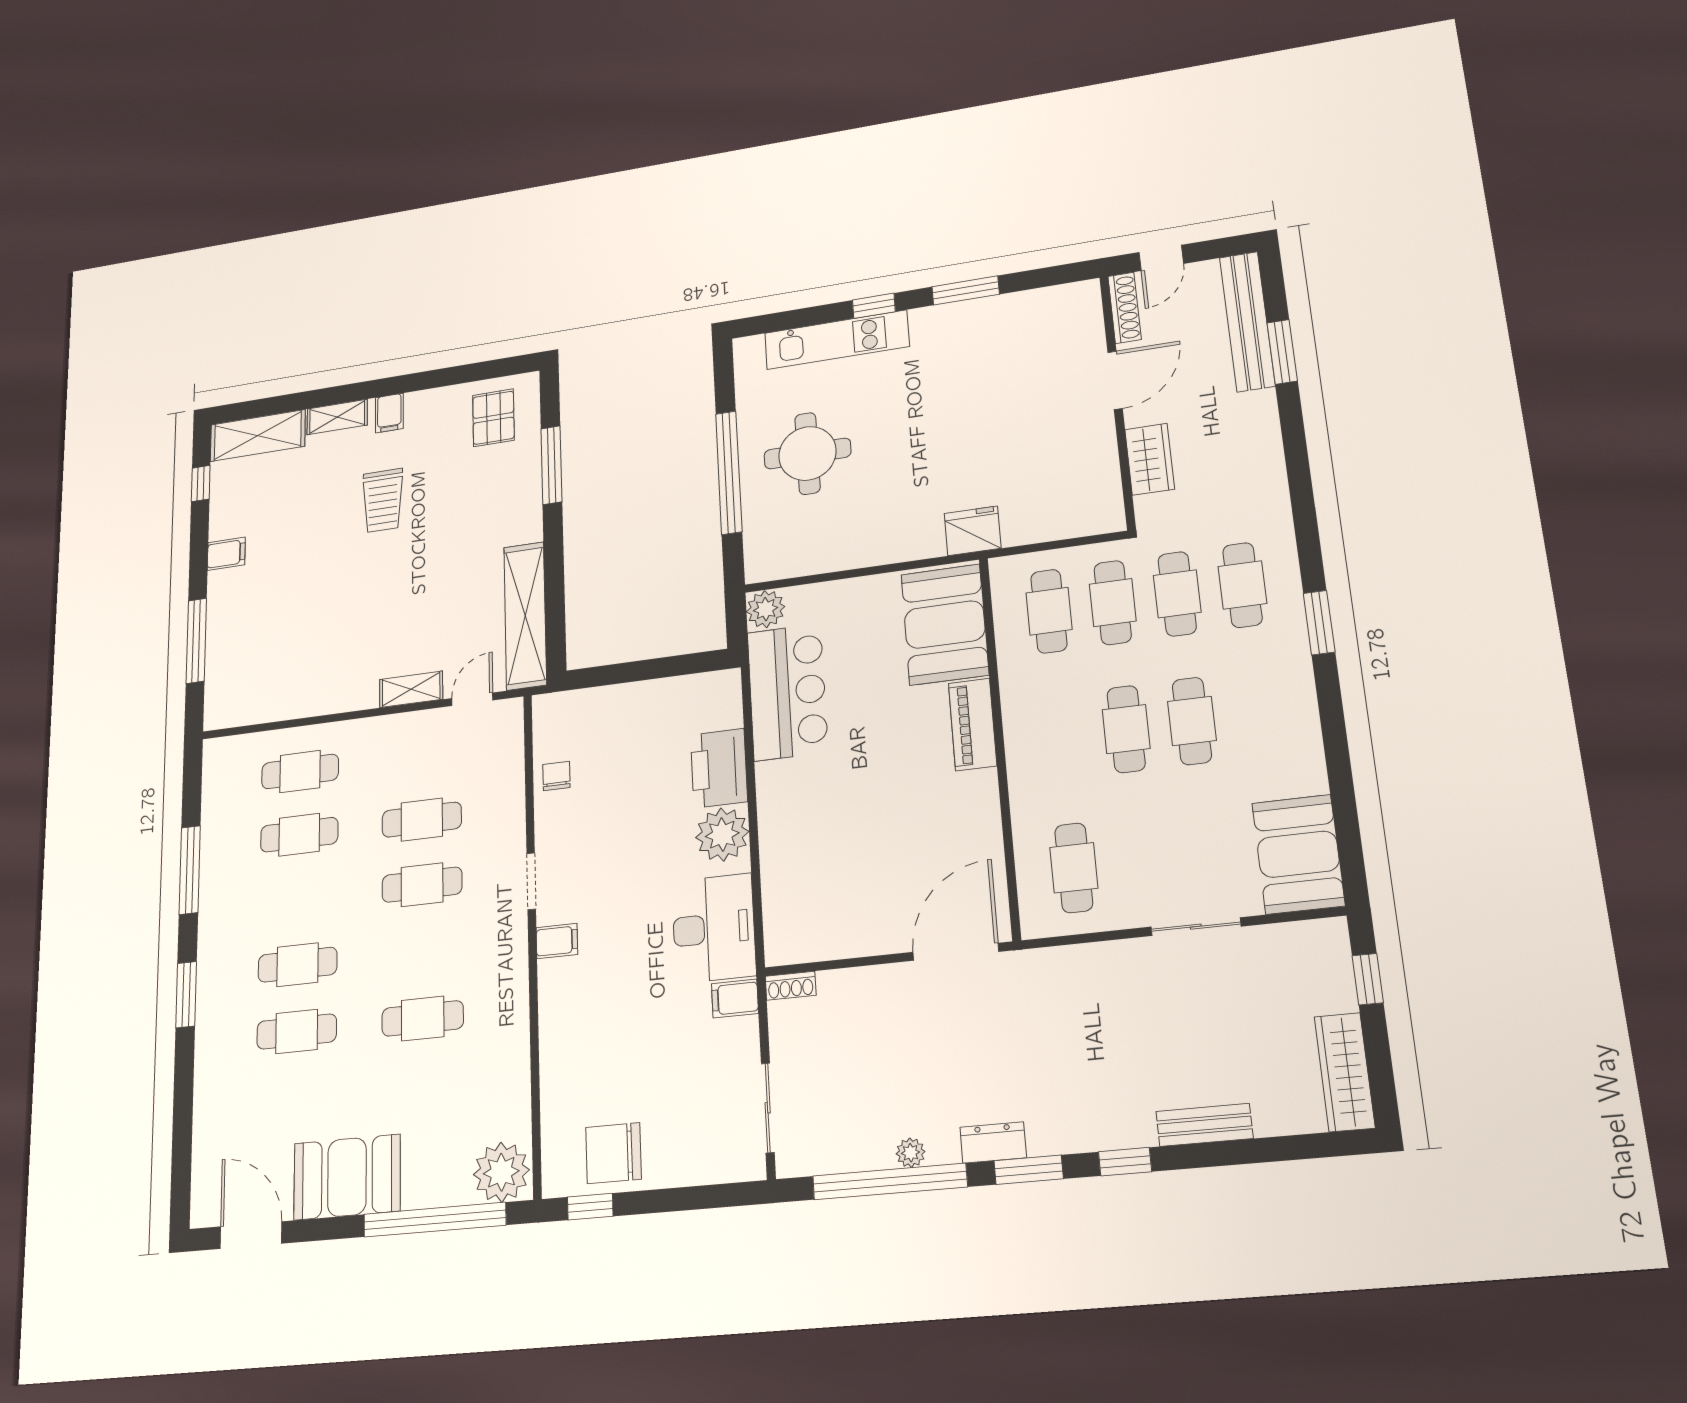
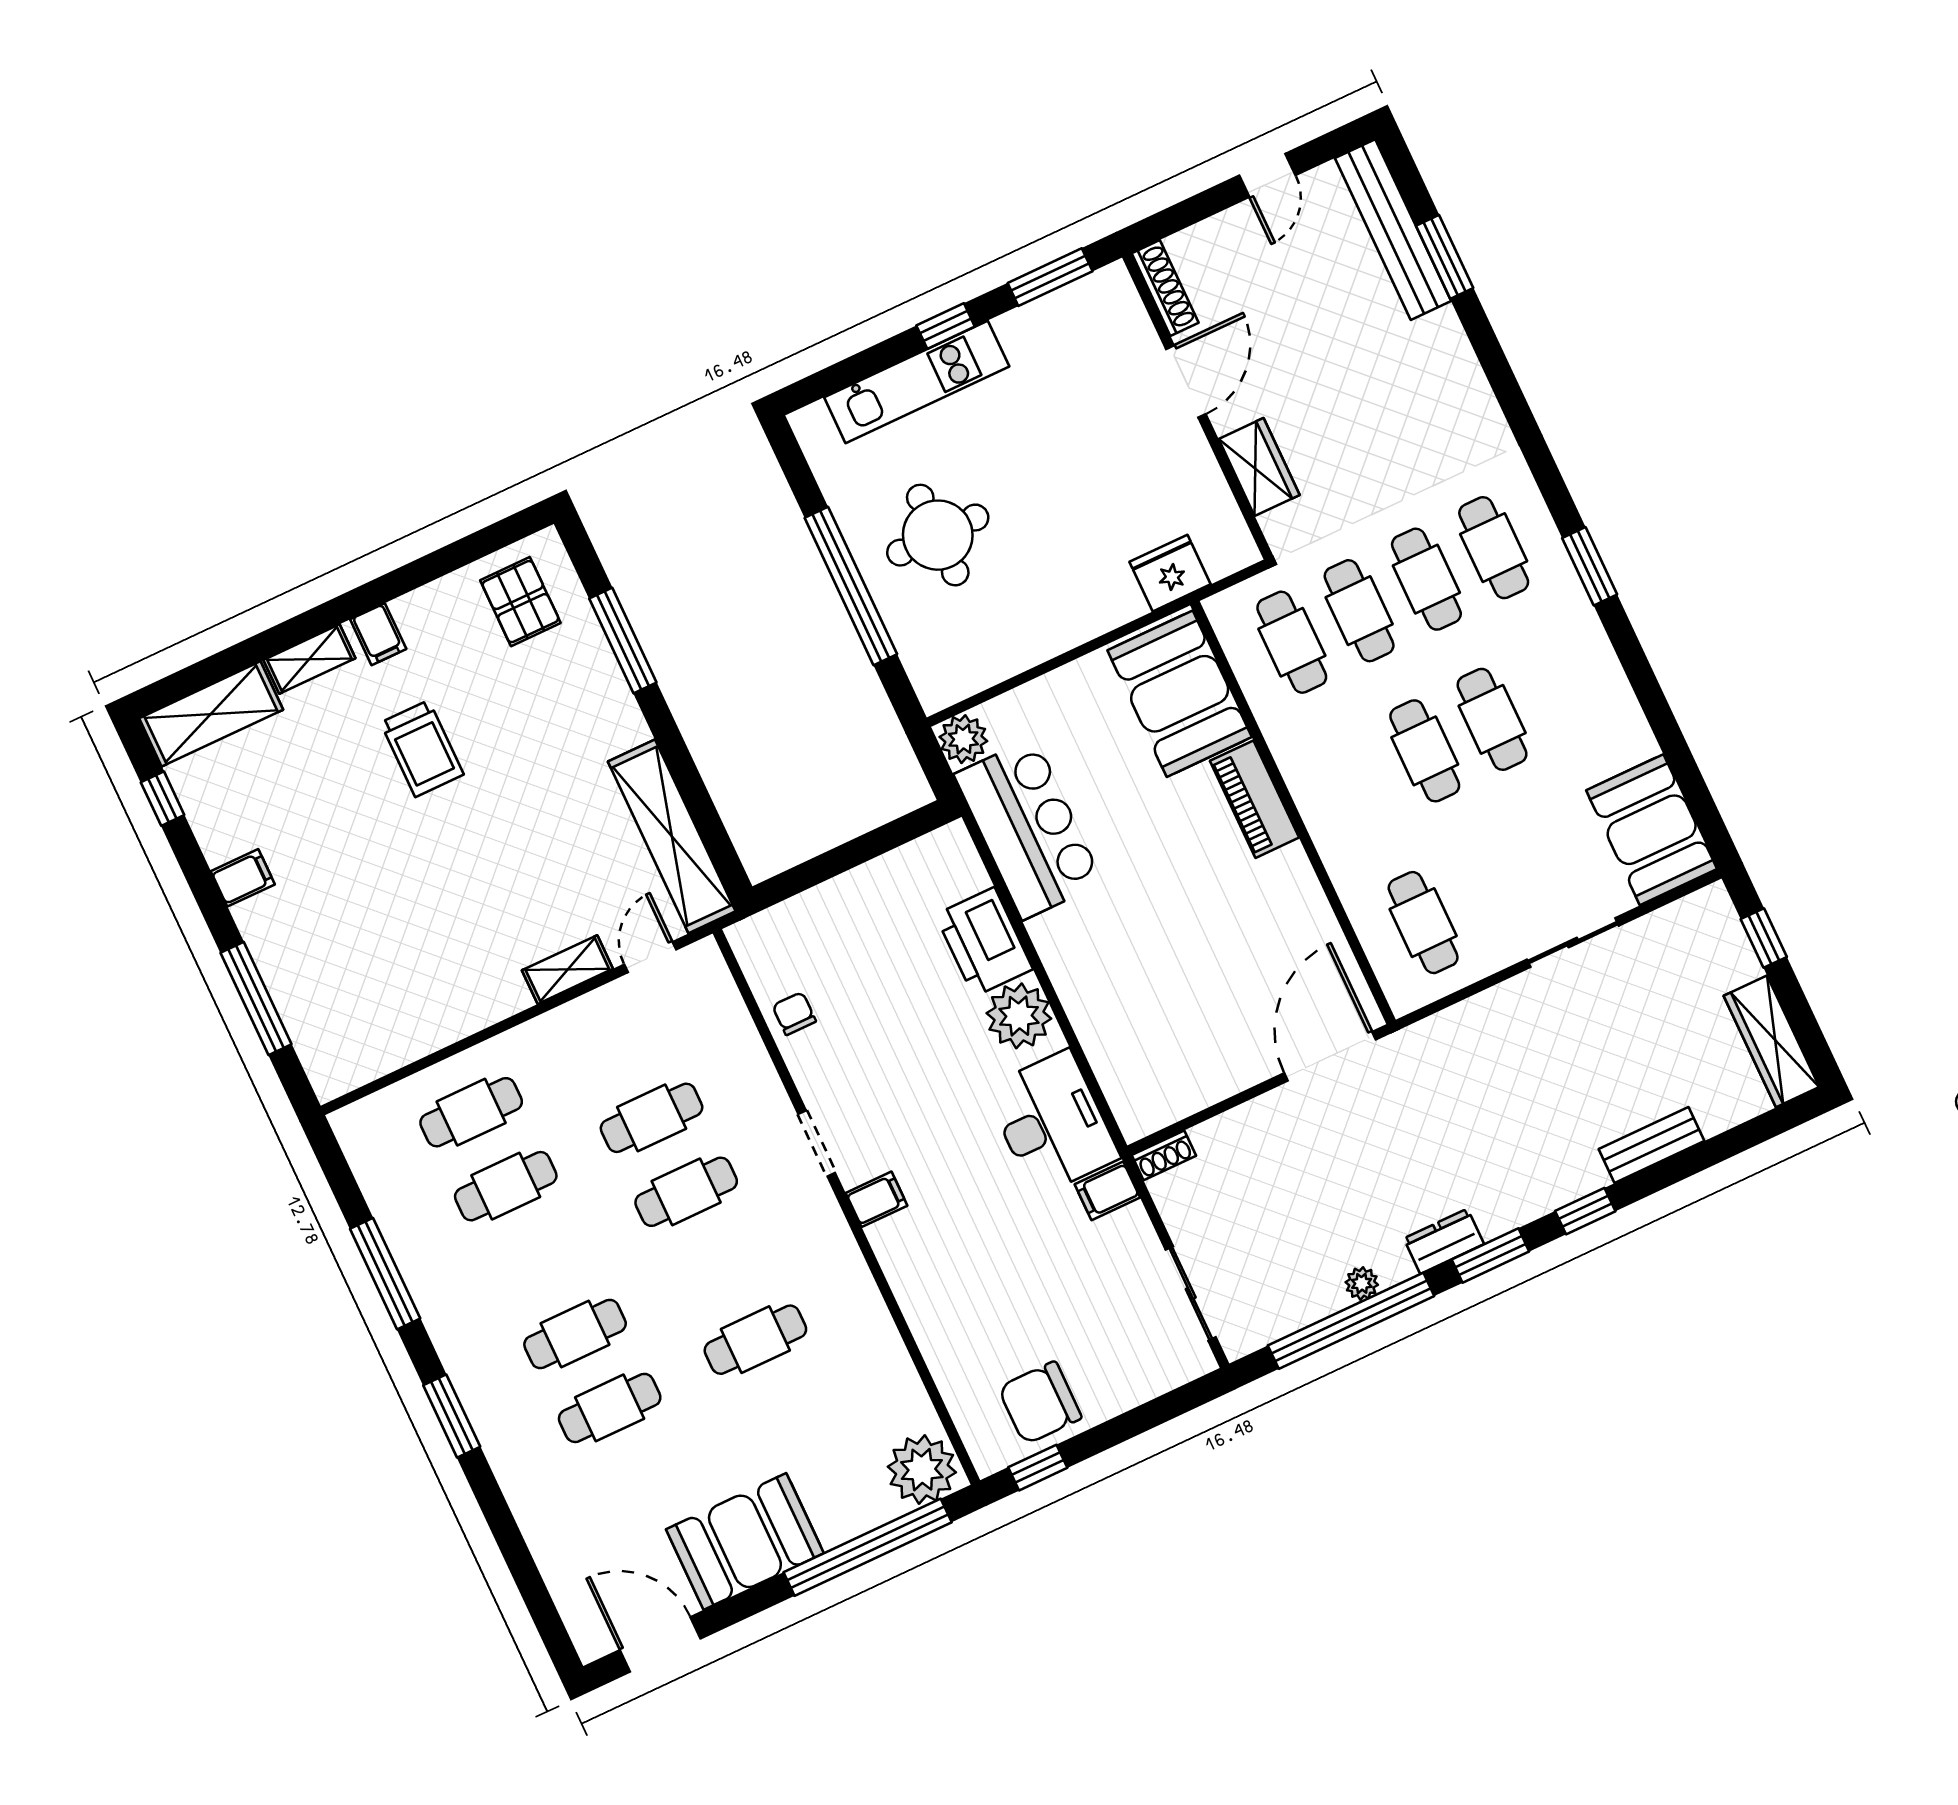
shoe rack: (1125, 308) -> (1165, 288), moved
door: (1115, 380) -> (1186, 381), moved
wall: (1117, 401) -> (1198, 406), moved
wardrobe: (1150, 459) -> (1259, 467), moved

